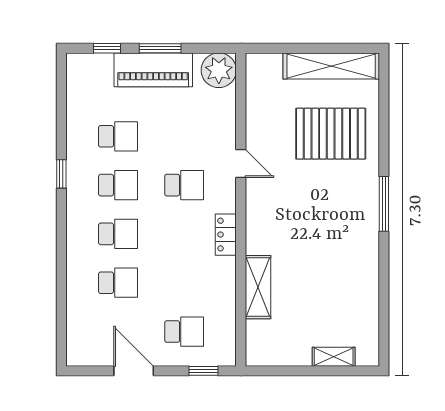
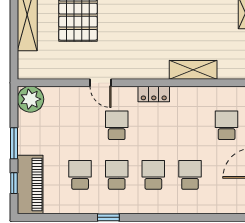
piano: (153, 70) -> (30, 184), moved
door: (241, 163) -> (100, 83), swing flipped

